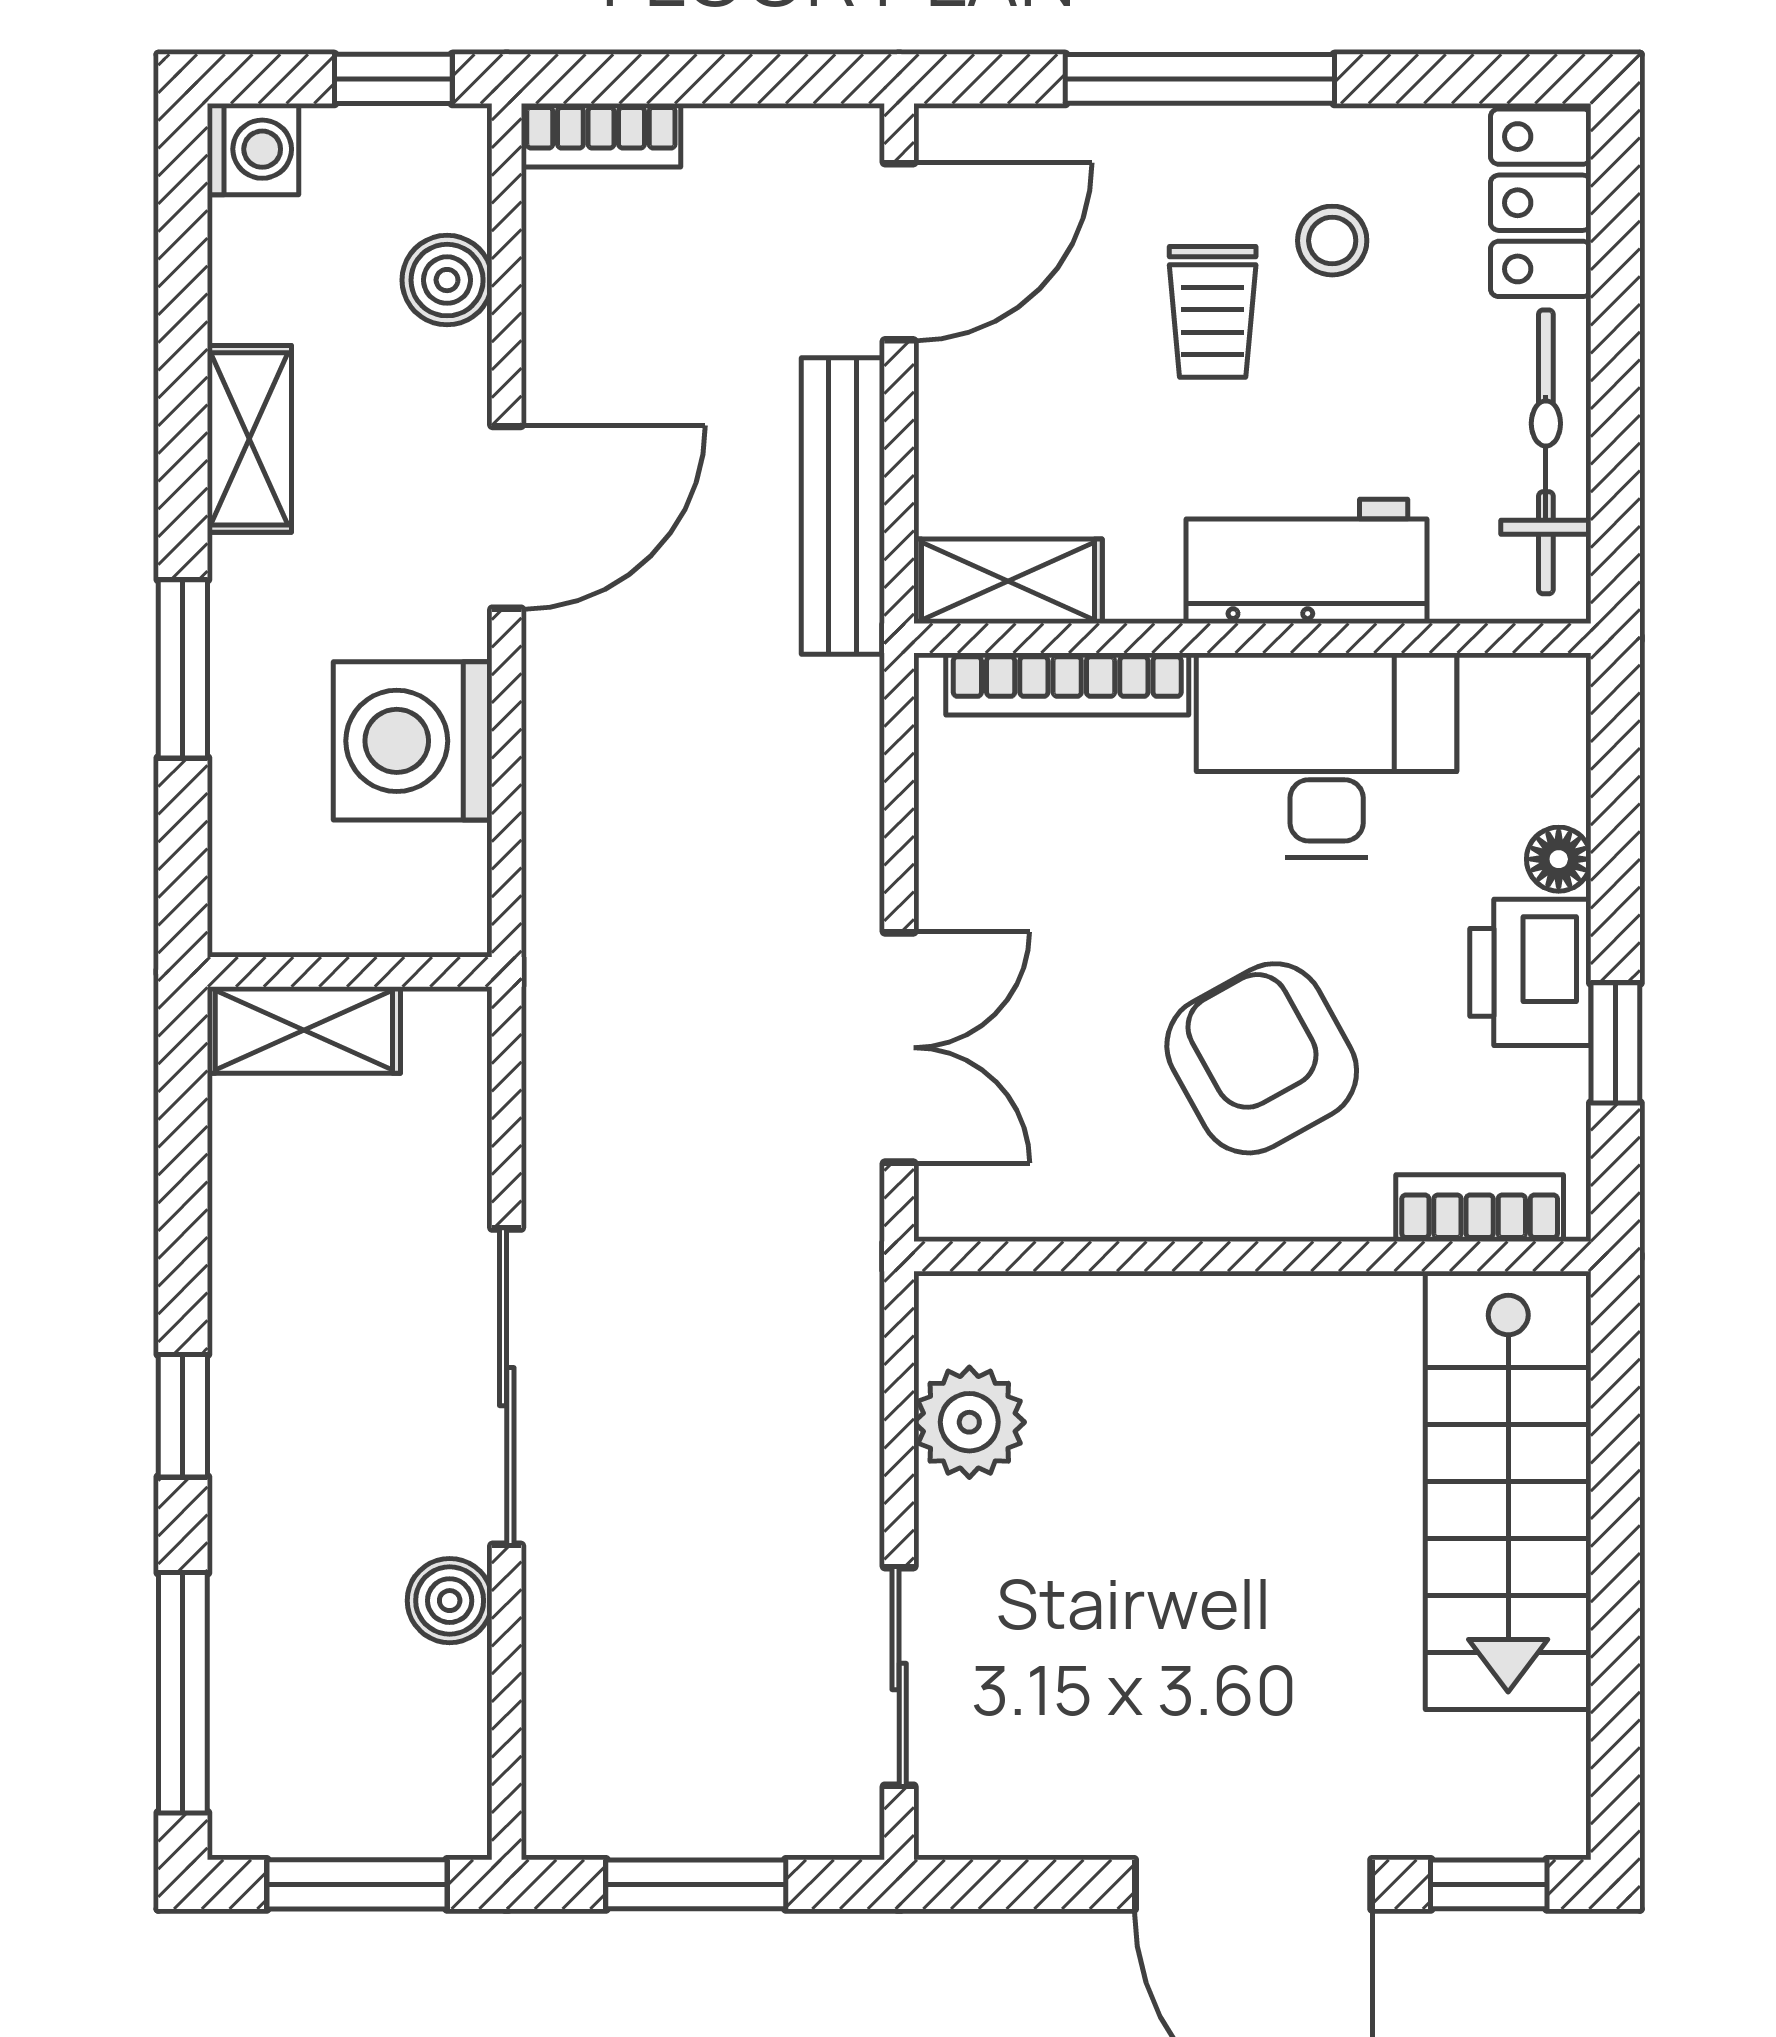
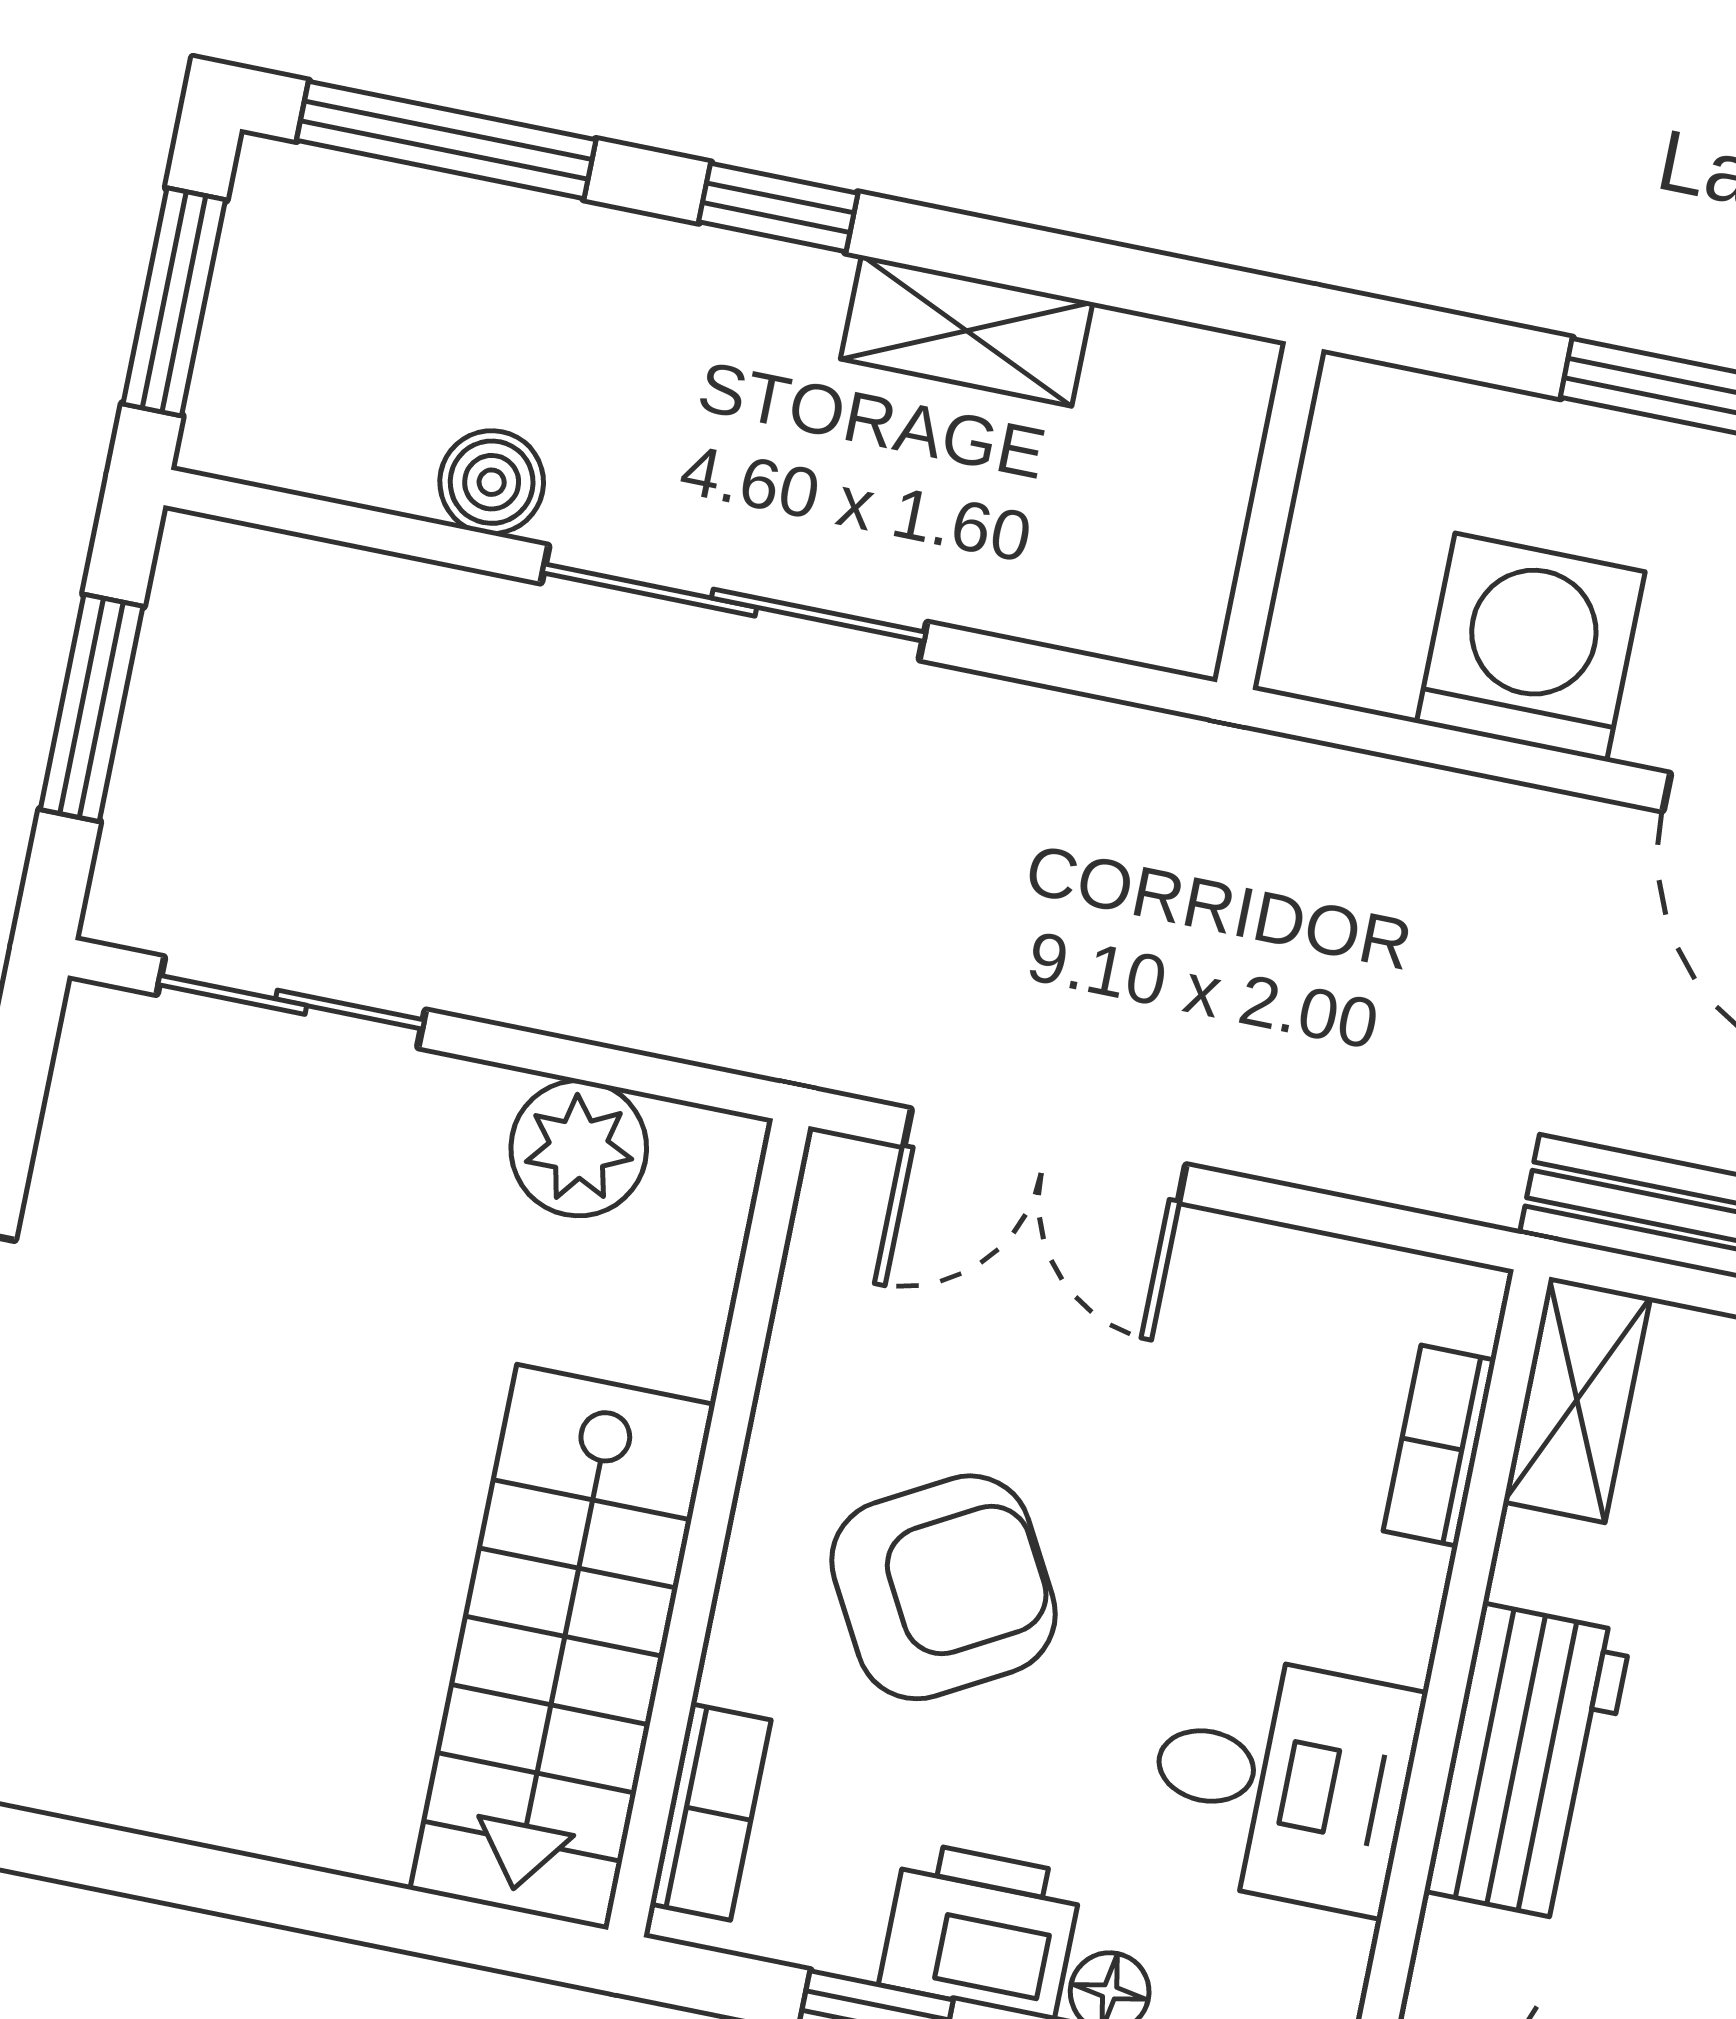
bookcase: (1067, 684) -> (1439, 1446), width x0.64
desk: (1327, 755) -> (1282, 1781), width x0.73
shelving: (304, 1030) -> (967, 331), moved, turned 90
stairs: (1508, 1490) -> (563, 1647), moved, turned -90

